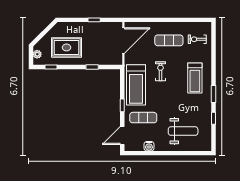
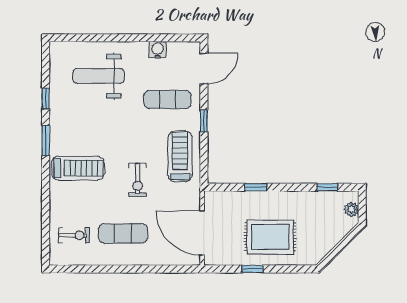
door: (123, 41) -> (202, 233), hinge flipped
rug: (67, 47) -> (270, 237), moved
treadmill: (195, 78) -> (78, 168), turned 90
treadmill: (136, 85) -> (180, 156), width x0.73, depth x0.73

